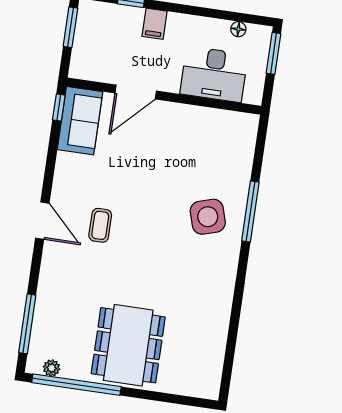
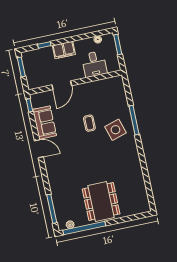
filing cabinet: (155, 24) -> (64, 50), width x2.00
desk: (214, 74) -> (94, 64), width x0.73
sofa: (80, 121) -> (45, 123), moved
door: (42, 221) -> (39, 149), moved
coffee table: (100, 225) -> (89, 123), moved

